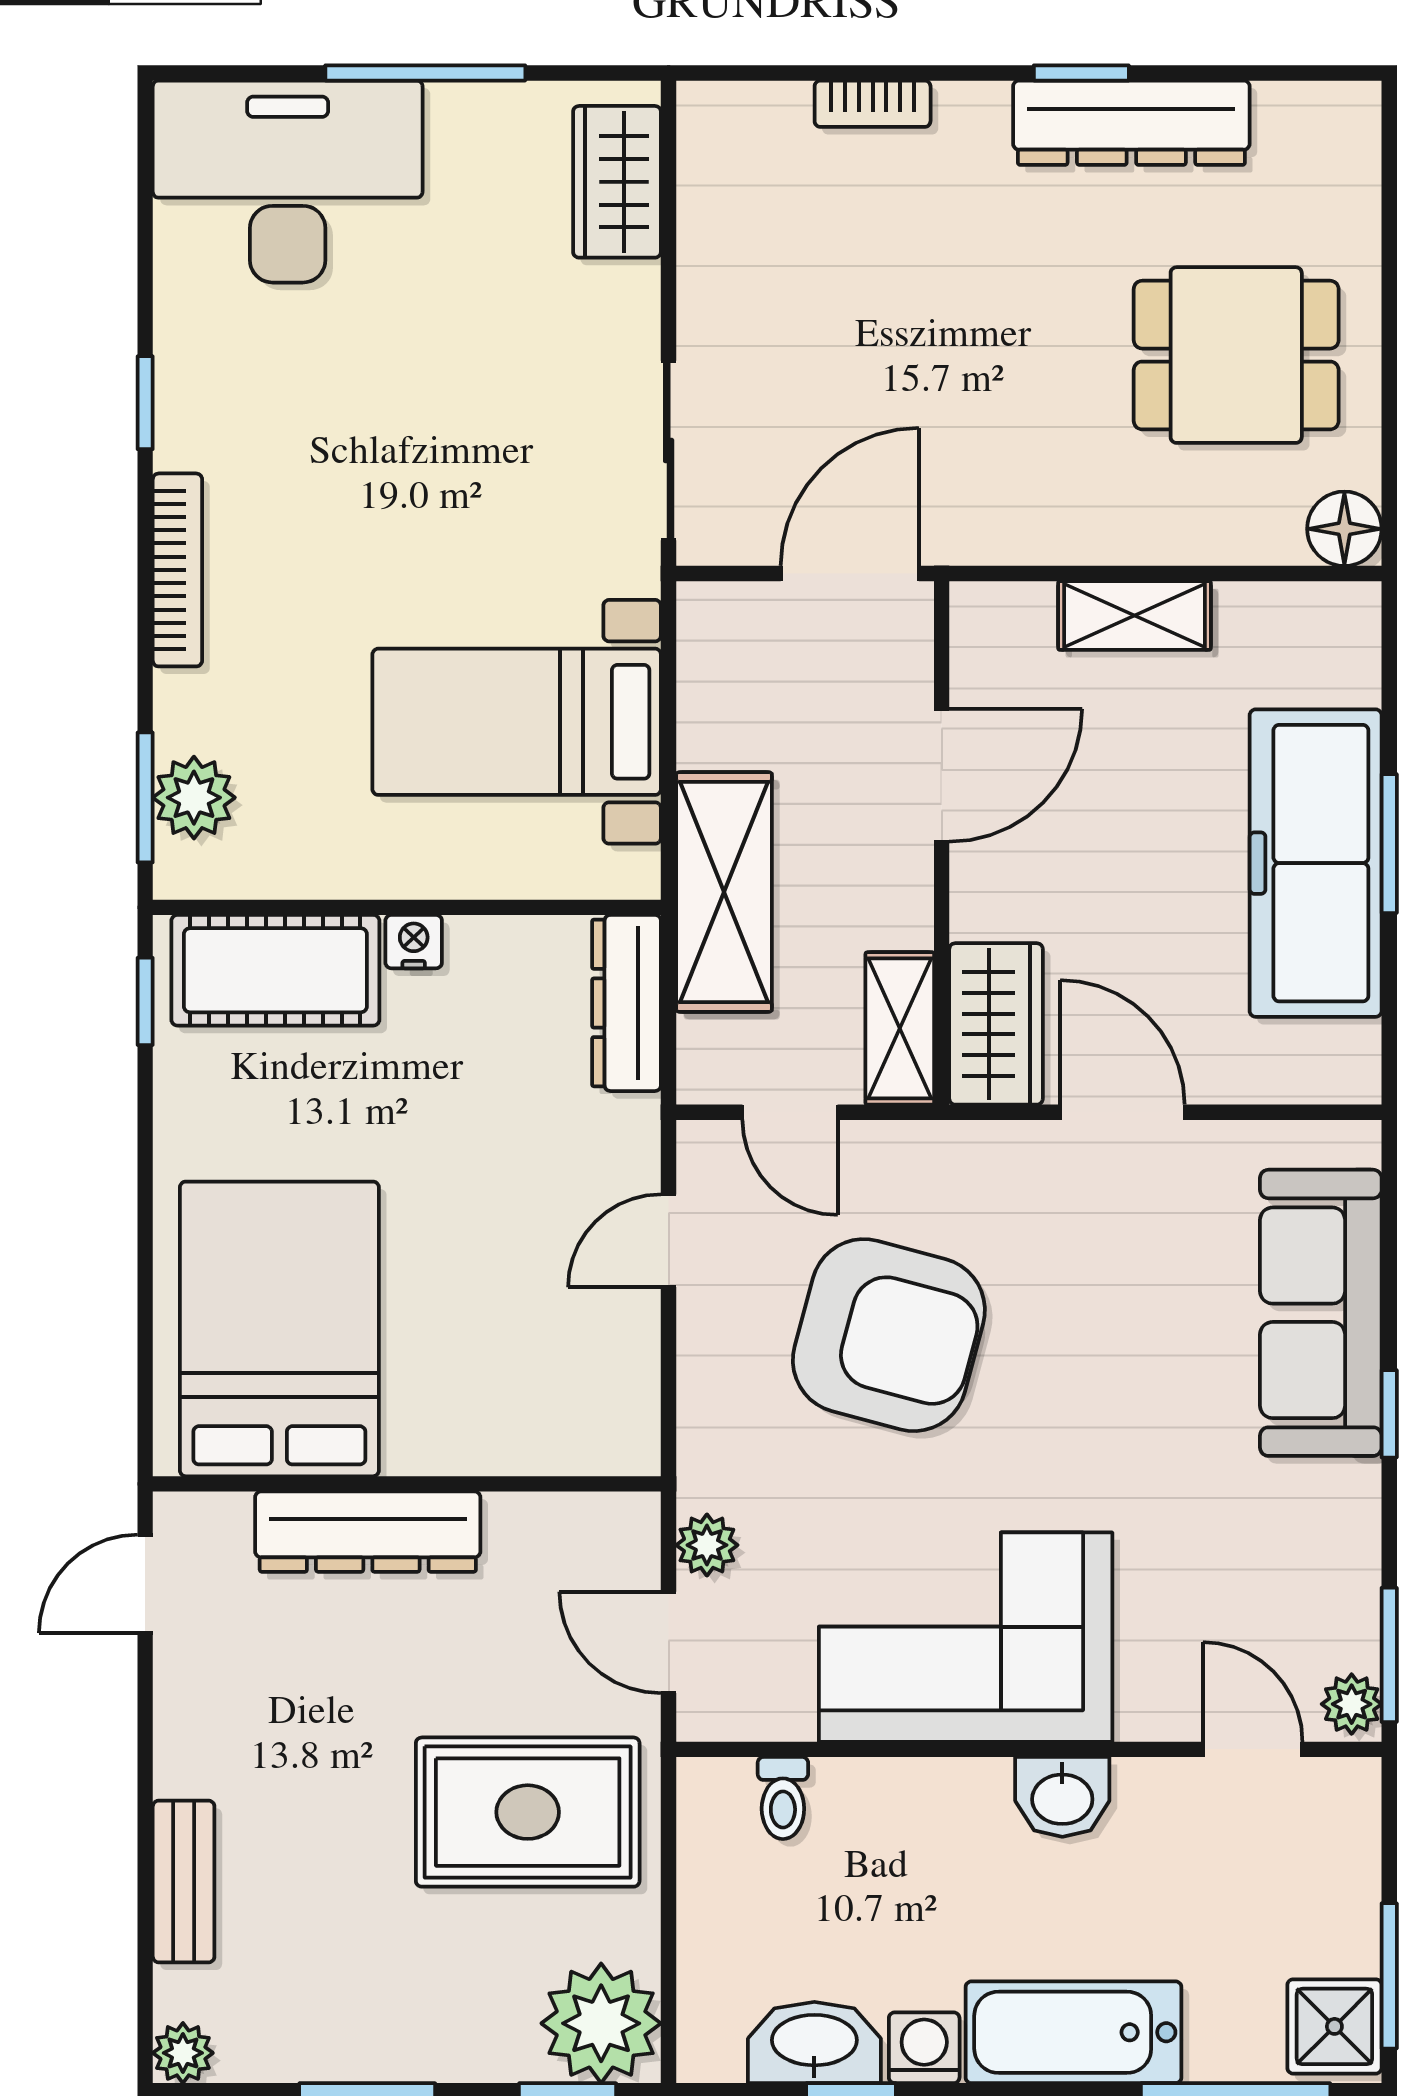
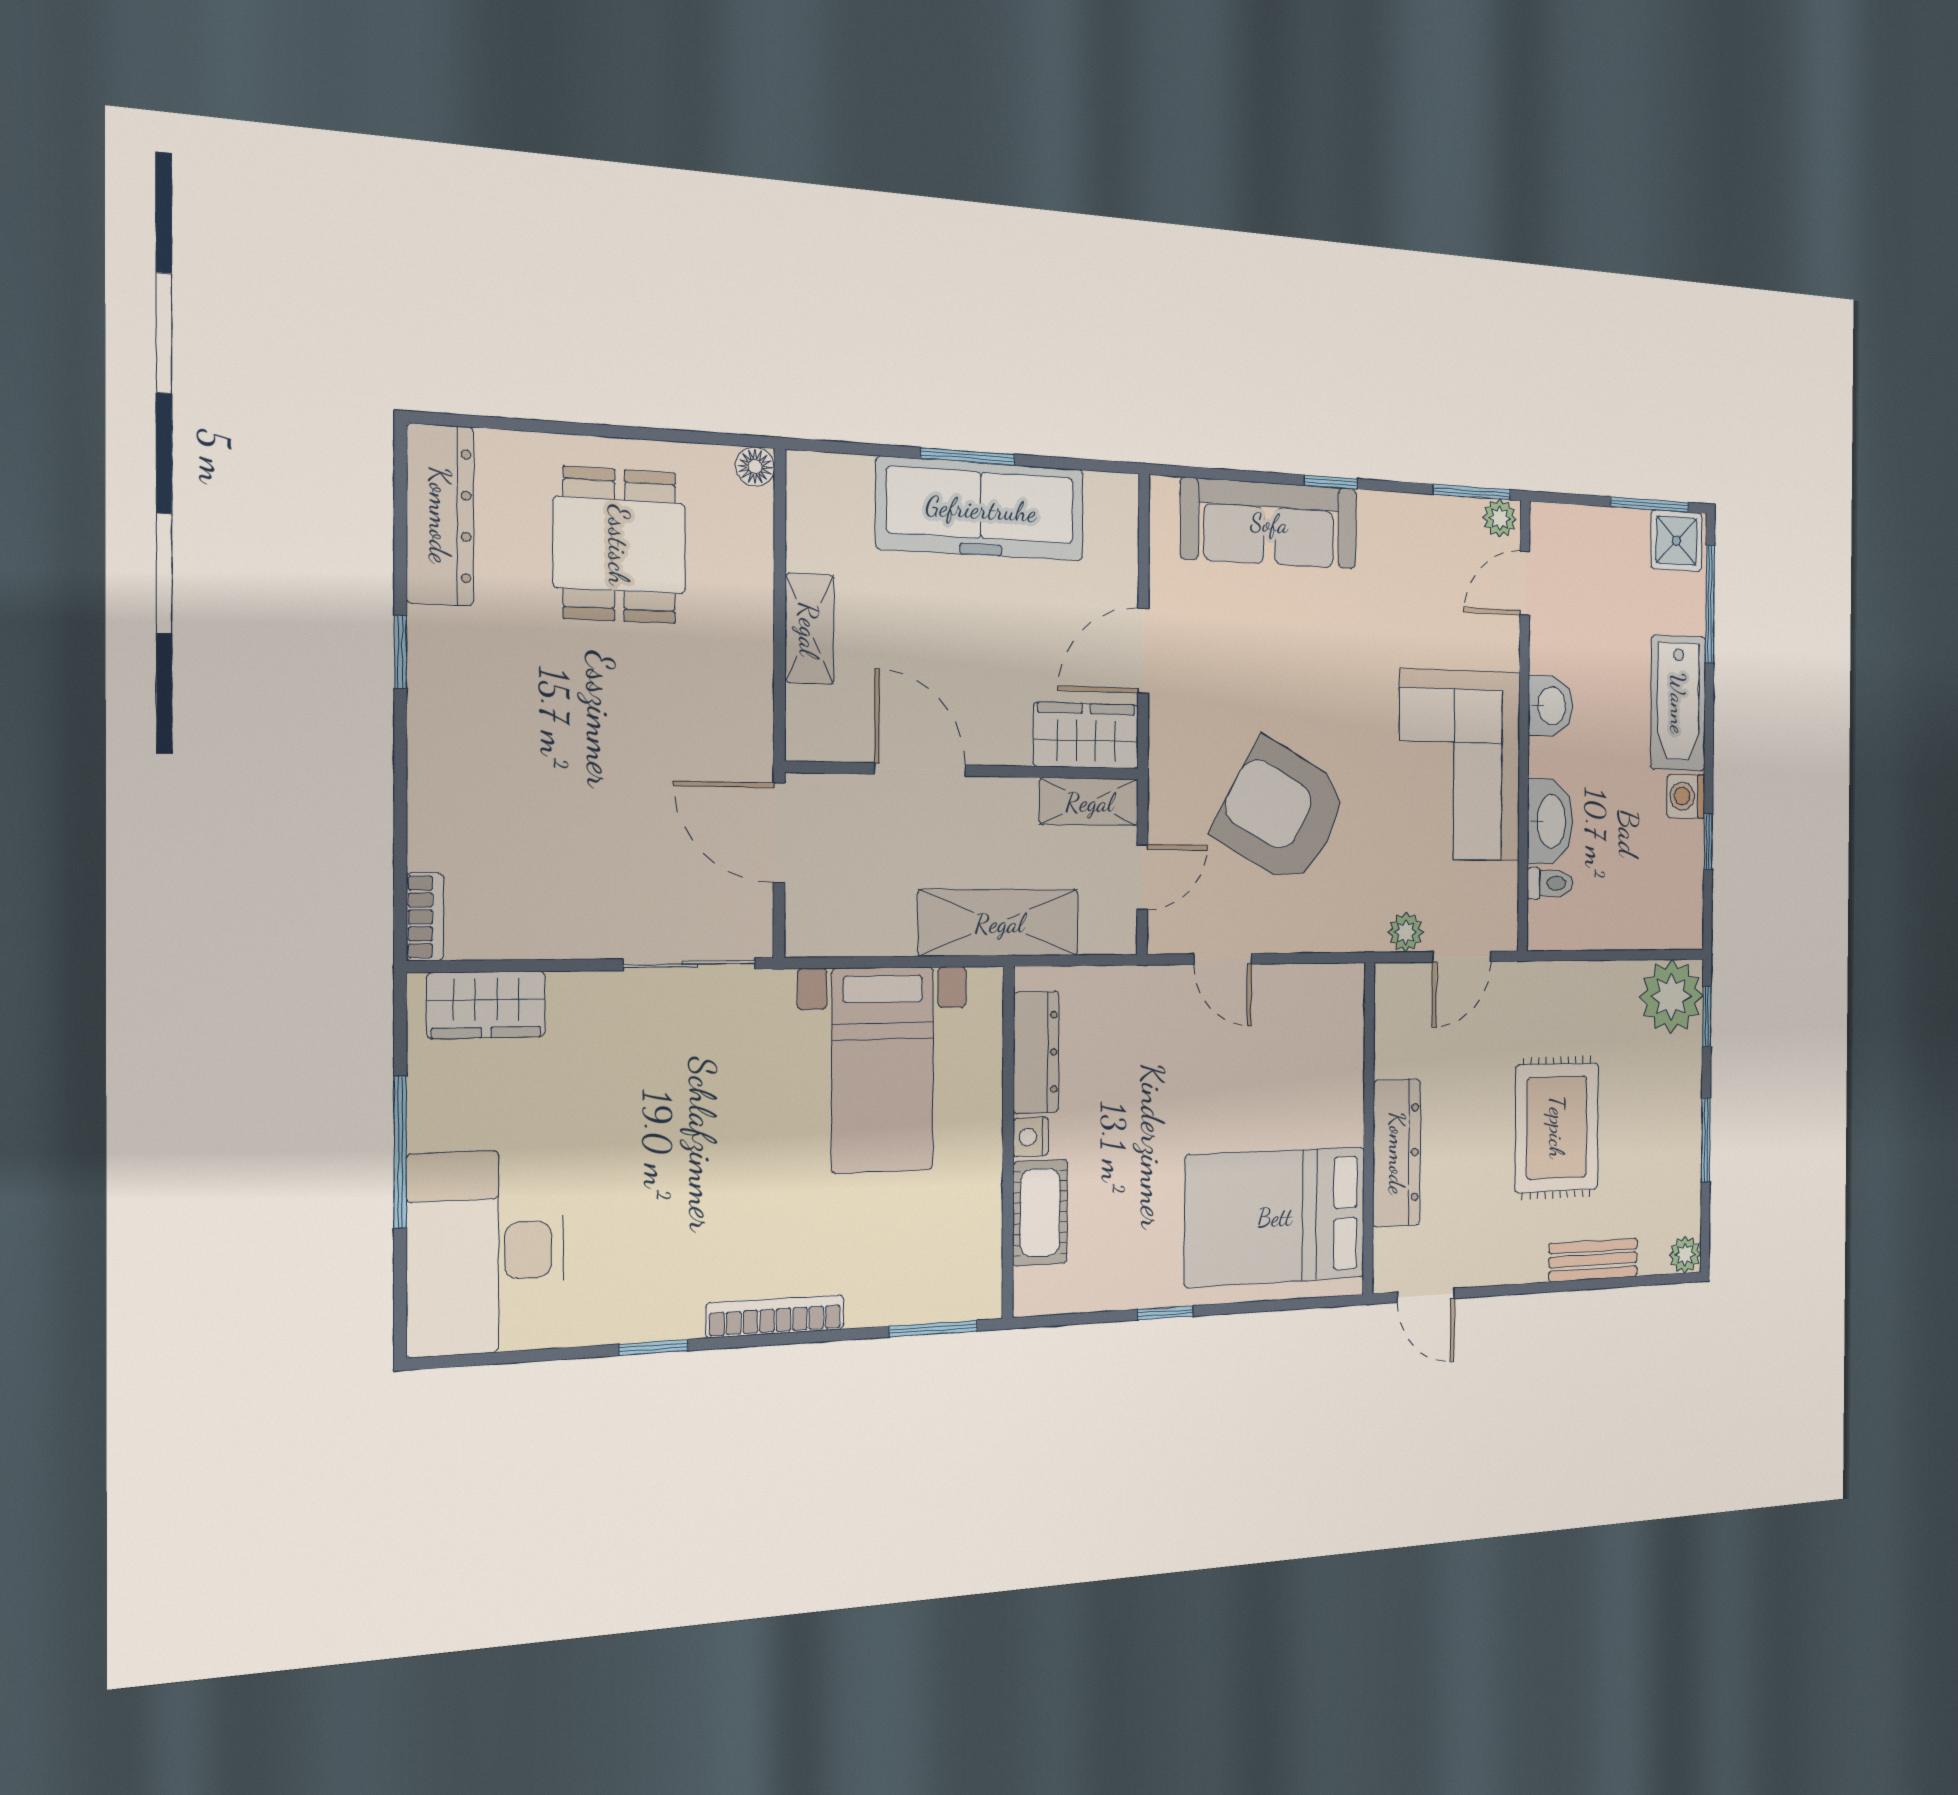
bookcase: (873, 104) -> (425, 917), moved
dresser: (1131, 123) -> (440, 515), moved
floor lamp: (1344, 529) -> (755, 467), width x0.73, depth x0.73
plant: (194, 798) -> (934, 1294), removed
cot: (275, 970) -> (1040, 1213), width x0.73, depth x0.75
window: (145, 1001) -> (1165, 1313), moved
dresser: (627, 1003) -> (1036, 1052), moved, turned -90
armchair: (889, 1335) -> (1281, 812), turned -76
rug: (528, 1812) -> (1557, 1127), moved
washbasin: (814, 2043) -> (1550, 821), moved, turned 180

